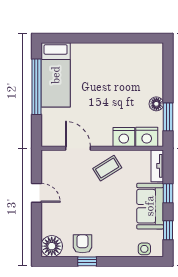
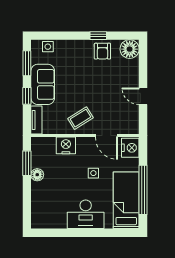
desk: (101, 59) -> (86, 214), added
side table: (93, 106) -> (93, 173), added
nightstand: (147, 137) -> (130, 148), moved, turned 90
window: (168, 230) -> (27, 63), width x1.50

